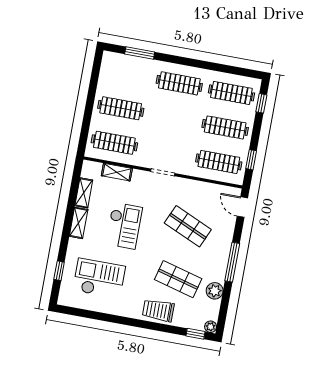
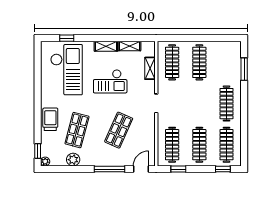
window: (232, 262) -> (110, 169), moved
checkout: (99, 278) -> (66, 70), width x1.36, depth x1.21

